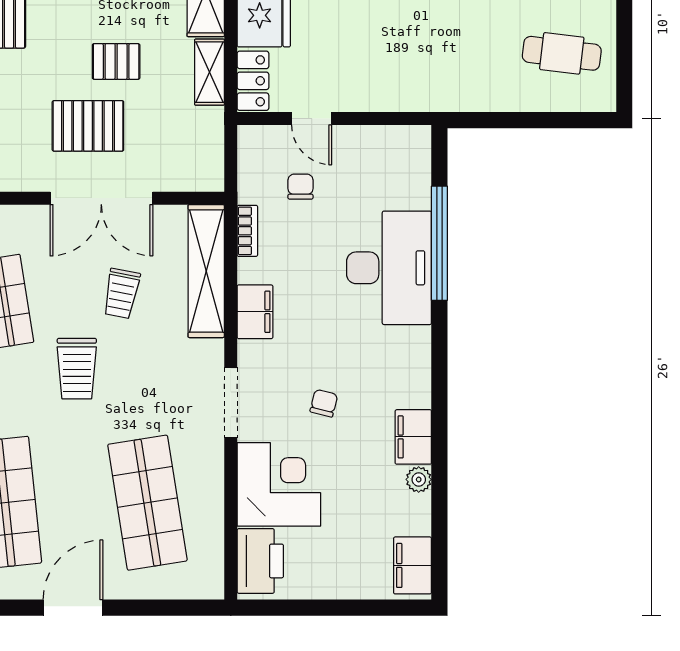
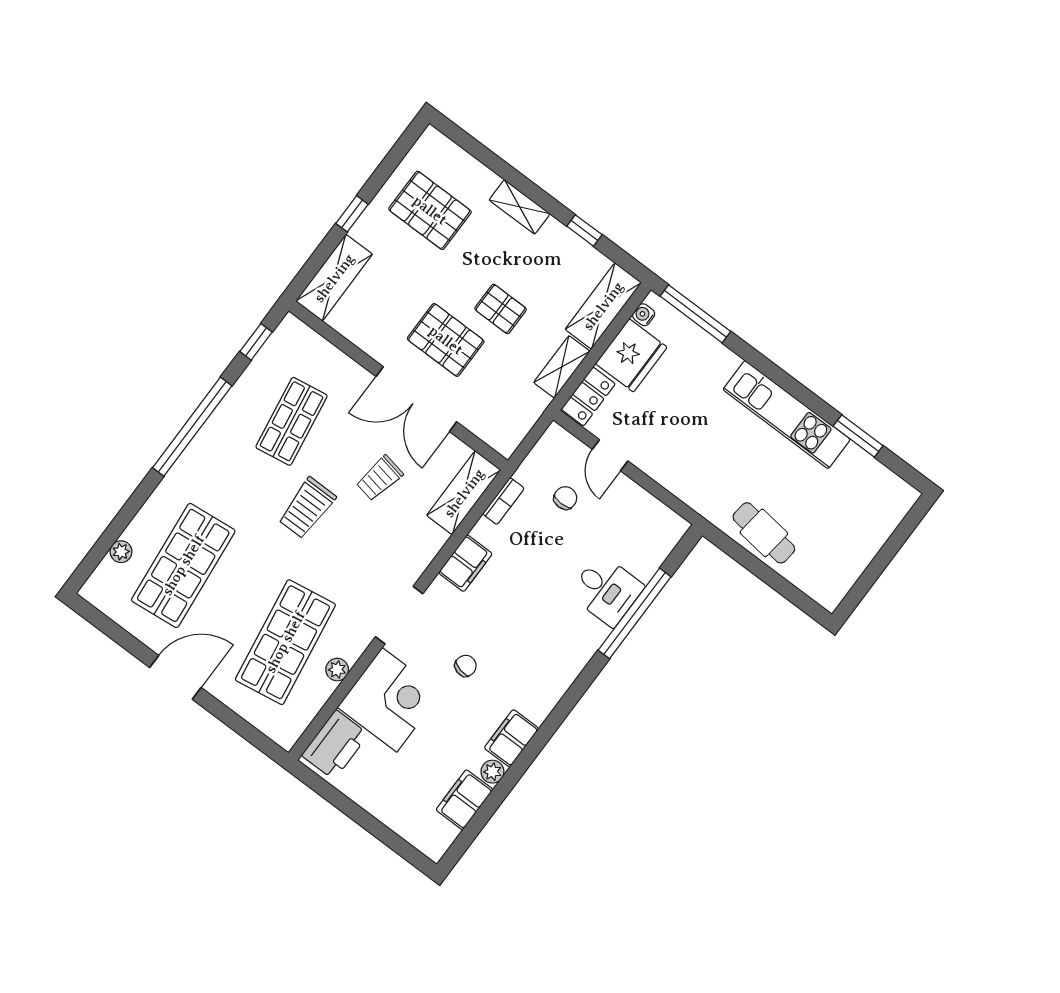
cafe table: (562, 53) -> (764, 533), moved
desk: (389, 268) -> (606, 590), width x0.53, depth x0.77
shelving: (206, 271) -> (464, 493), width x0.68
plant: (212, 492) -> (337, 670), added
filing cabinet: (412, 565) -> (464, 800), moved

